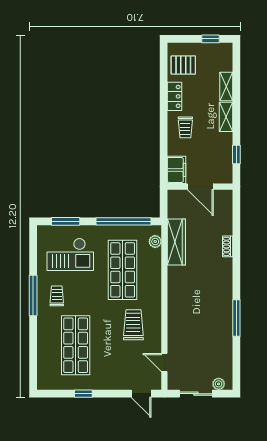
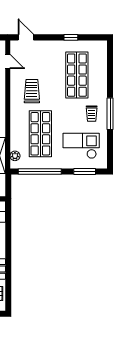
trolley: (133, 325) -> (32, 91), turned 180

